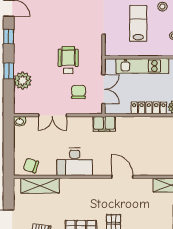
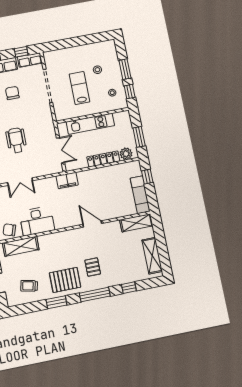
wheelchair: (68, 60) -> (16, 140), moved
chair: (78, 92) -> (12, 93), moved
desk: (75, 162) -> (37, 221), moved

